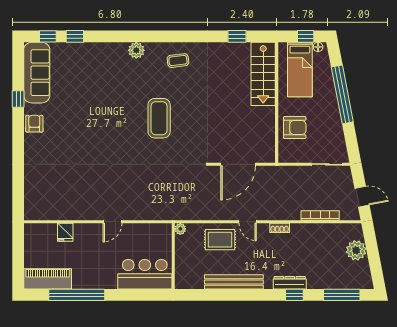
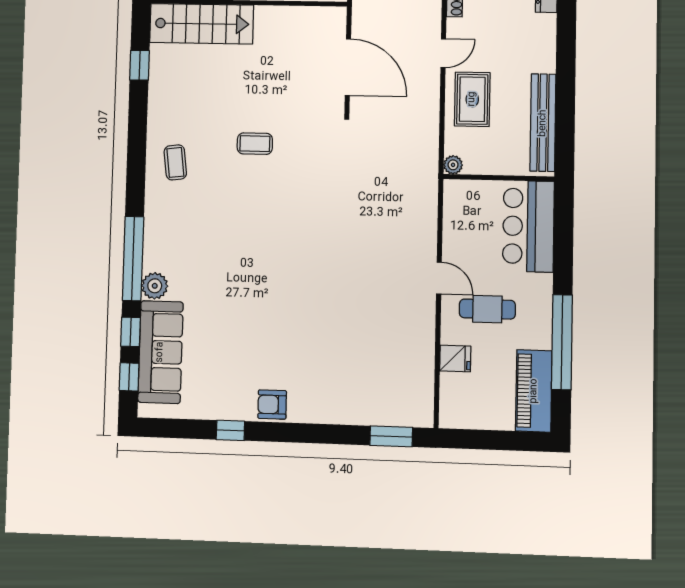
window: (119, 36) -> (133, 259), added
plant: (136, 50) -> (155, 286), moved
sofa: (37, 73) -> (160, 352), moved, turned 90
coffee table: (159, 118) -> (255, 144), moved, width x0.54, depth x0.58
window: (18, 195) -> (391, 436), added
cafe table: (95, 251) -> (487, 309), added
bench: (234, 282) -> (543, 123), moved

